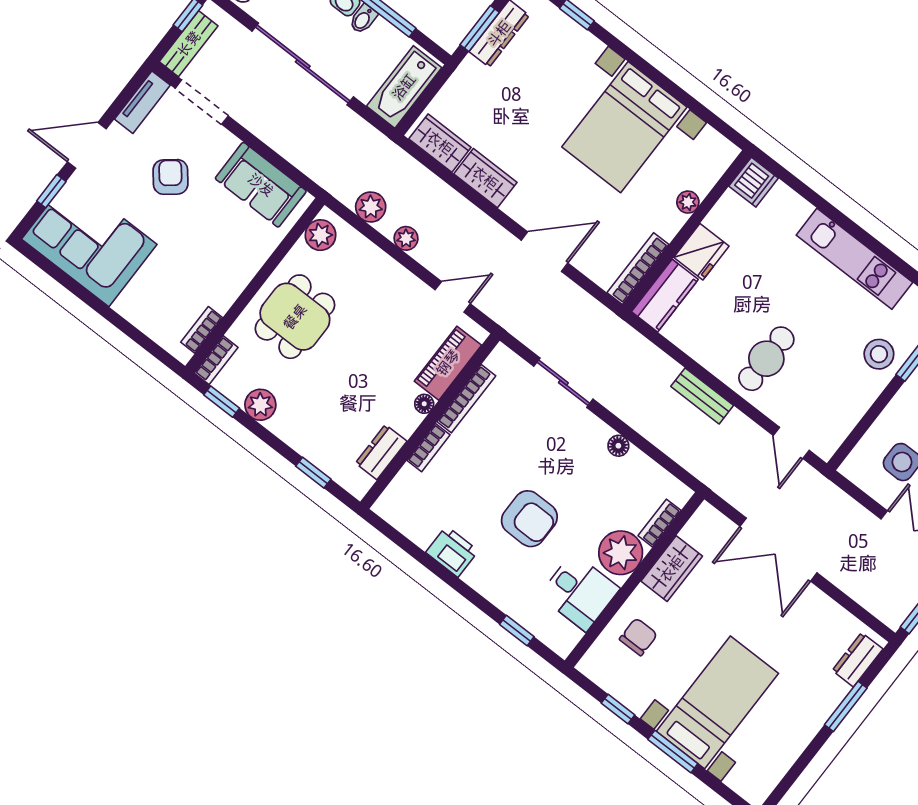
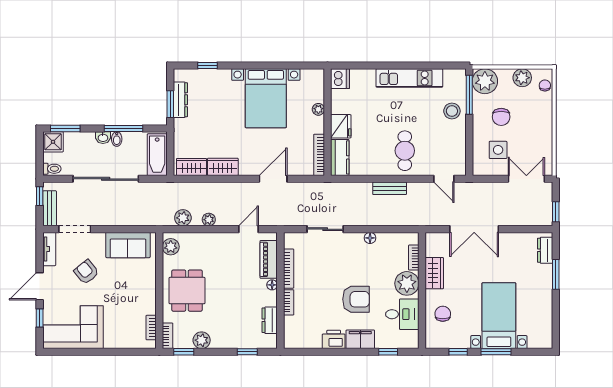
filing cabinet: (491, 581) -> (360, 339), added

